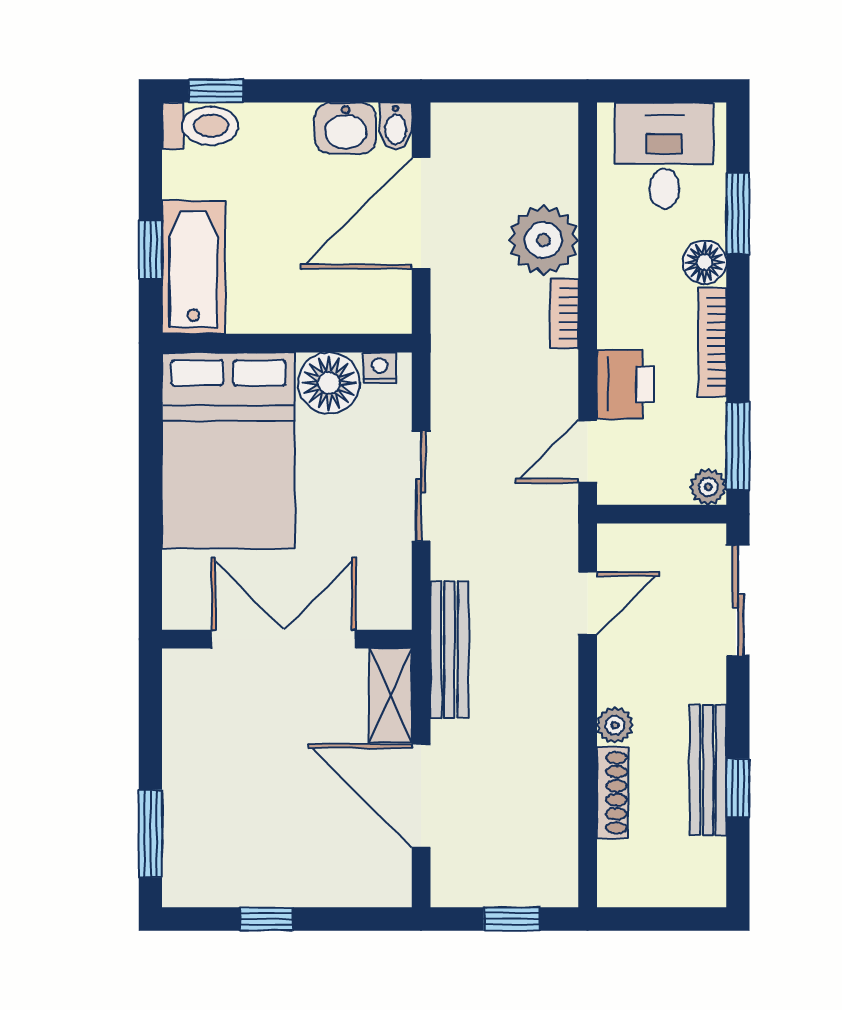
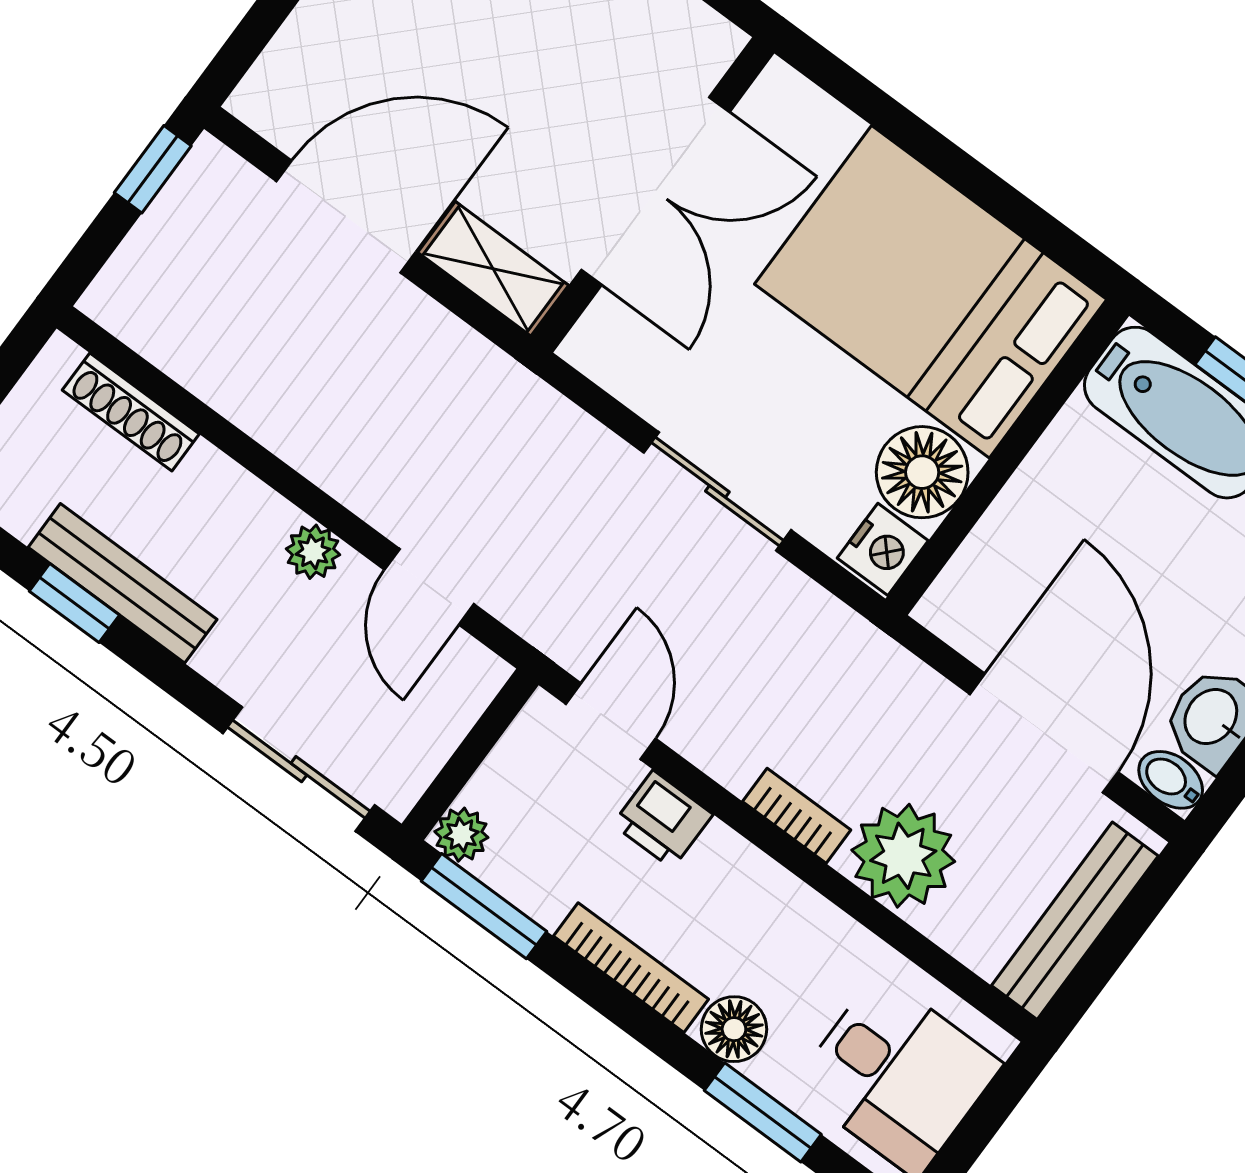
nightstand: (380, 368) -> (883, 549), width x1.39, depth x1.35
printer: (625, 384) -> (663, 819), width x0.73, depth x0.81
bench: (449, 649) -> (1075, 921), moved, turned 90
plant: (615, 725) -> (313, 552), moved
shoe rack: (612, 793) -> (131, 412), moved
window: (512, 919) -> (153, 169), moved

